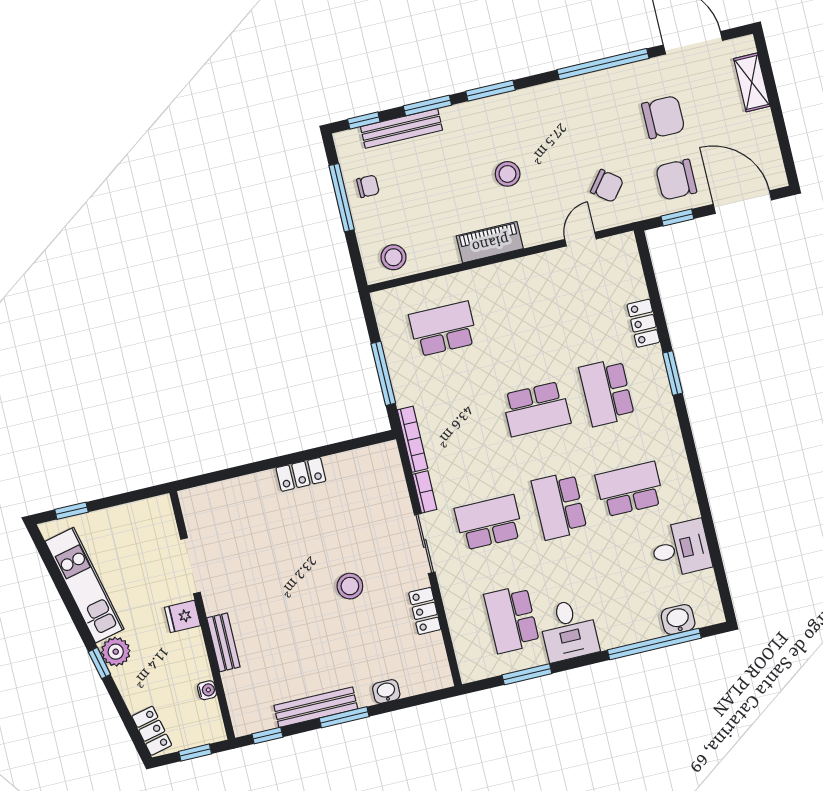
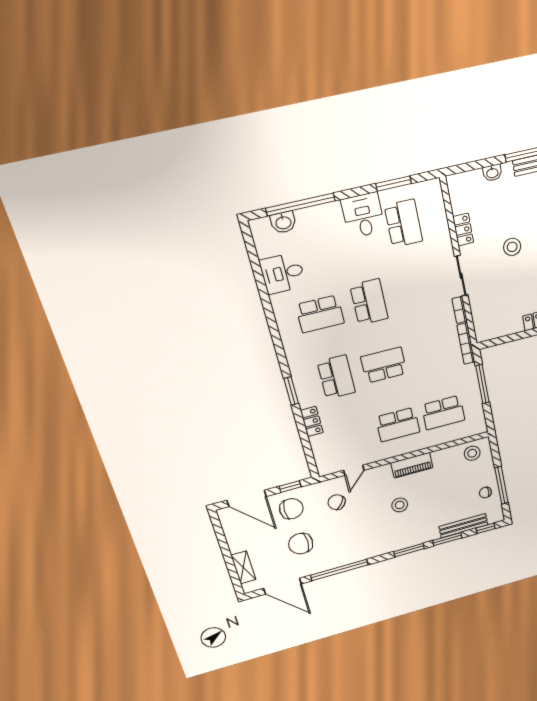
school desk: (489, 522) -> (398, 425), moved

